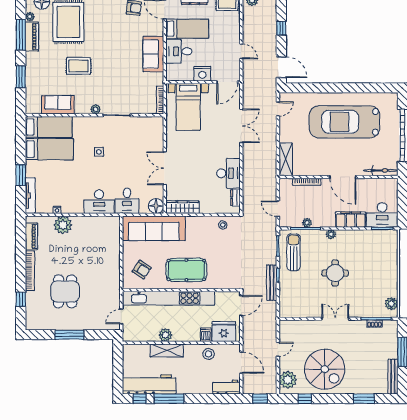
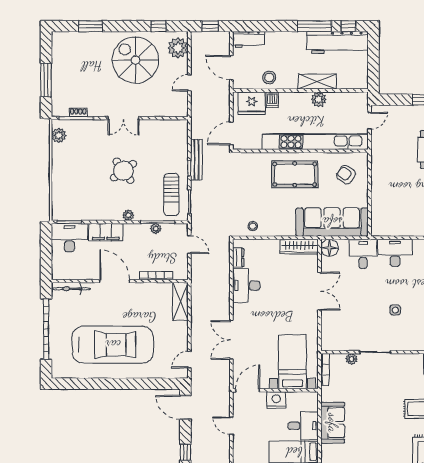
plant: (96, 109) -> (351, 359), moved
round table: (335, 273) -> (123, 171), turned -36
bench: (393, 377) -> (57, 52), removed

